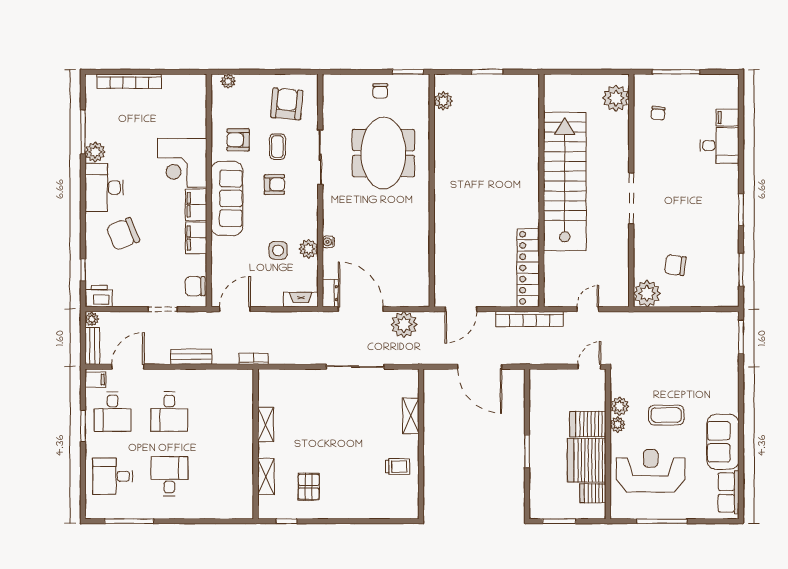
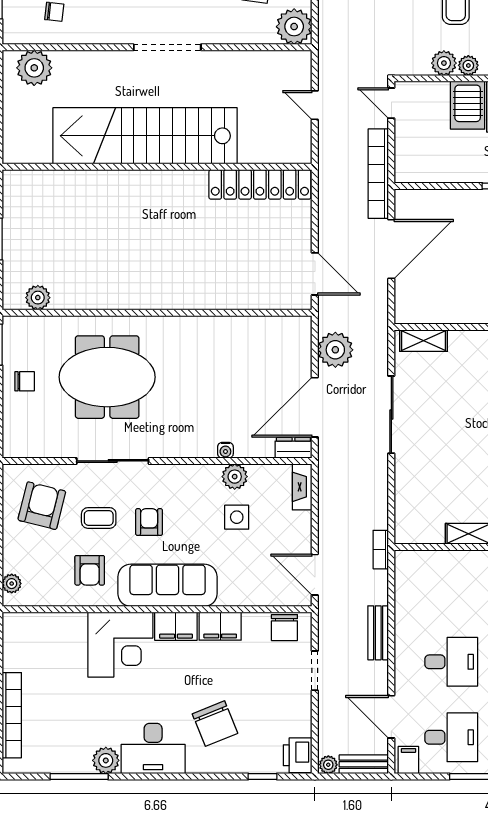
armchair: (287, 104) -> (42, 506), turned 99
bookcase: (530, 319) -> (378, 174), moved, turned 180
shelving: (411, 416) -> (424, 341), moved

